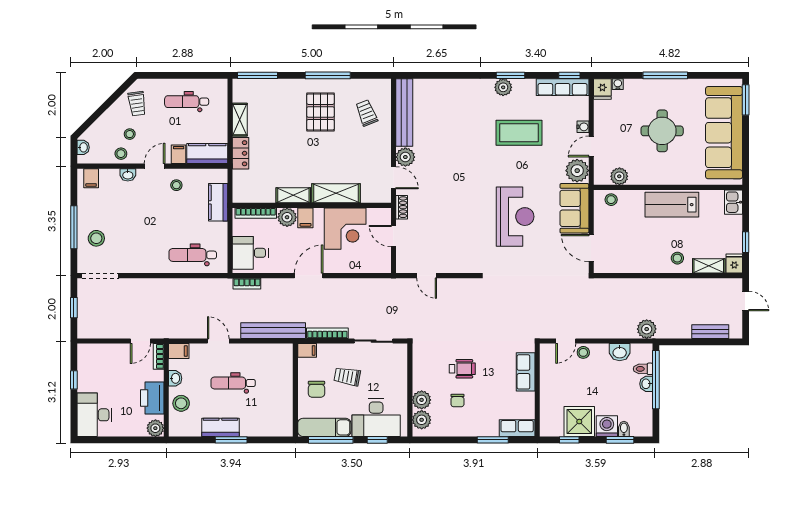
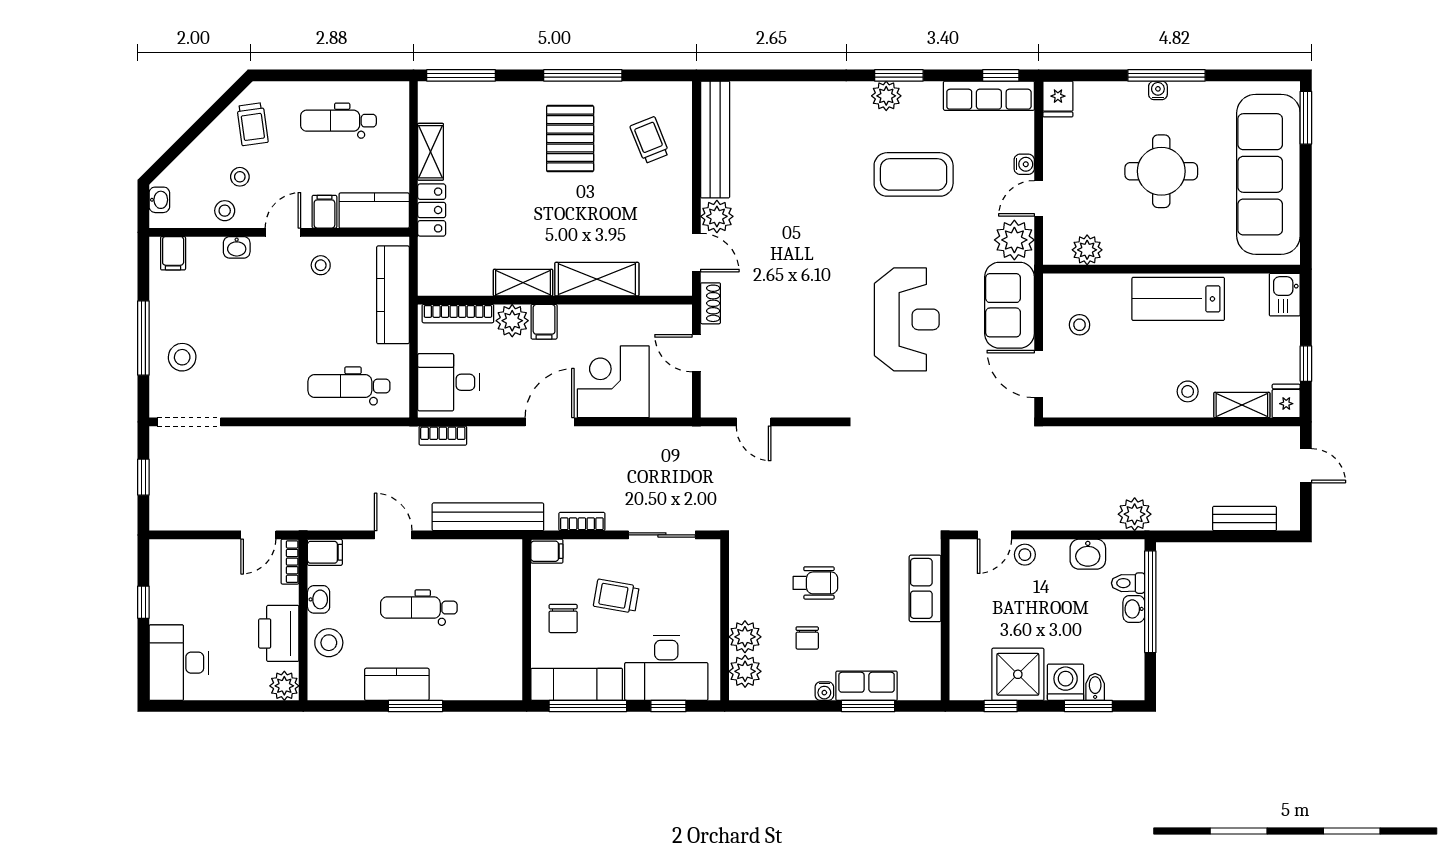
water cooler: (618, 84) -> (1158, 90), moved
stool: (611, 200) -> (1080, 325), moved
kitchen counter: (218, 202) -> (393, 295), width x1.50
corner desk: (345, 229) -> (613, 382), moved, turned 180
bookcase: (327, 333) -> (582, 522), width x0.64
row of seats: (517, 428) -> (867, 686), moved
water cooler: (467, 431) -> (824, 691), added

